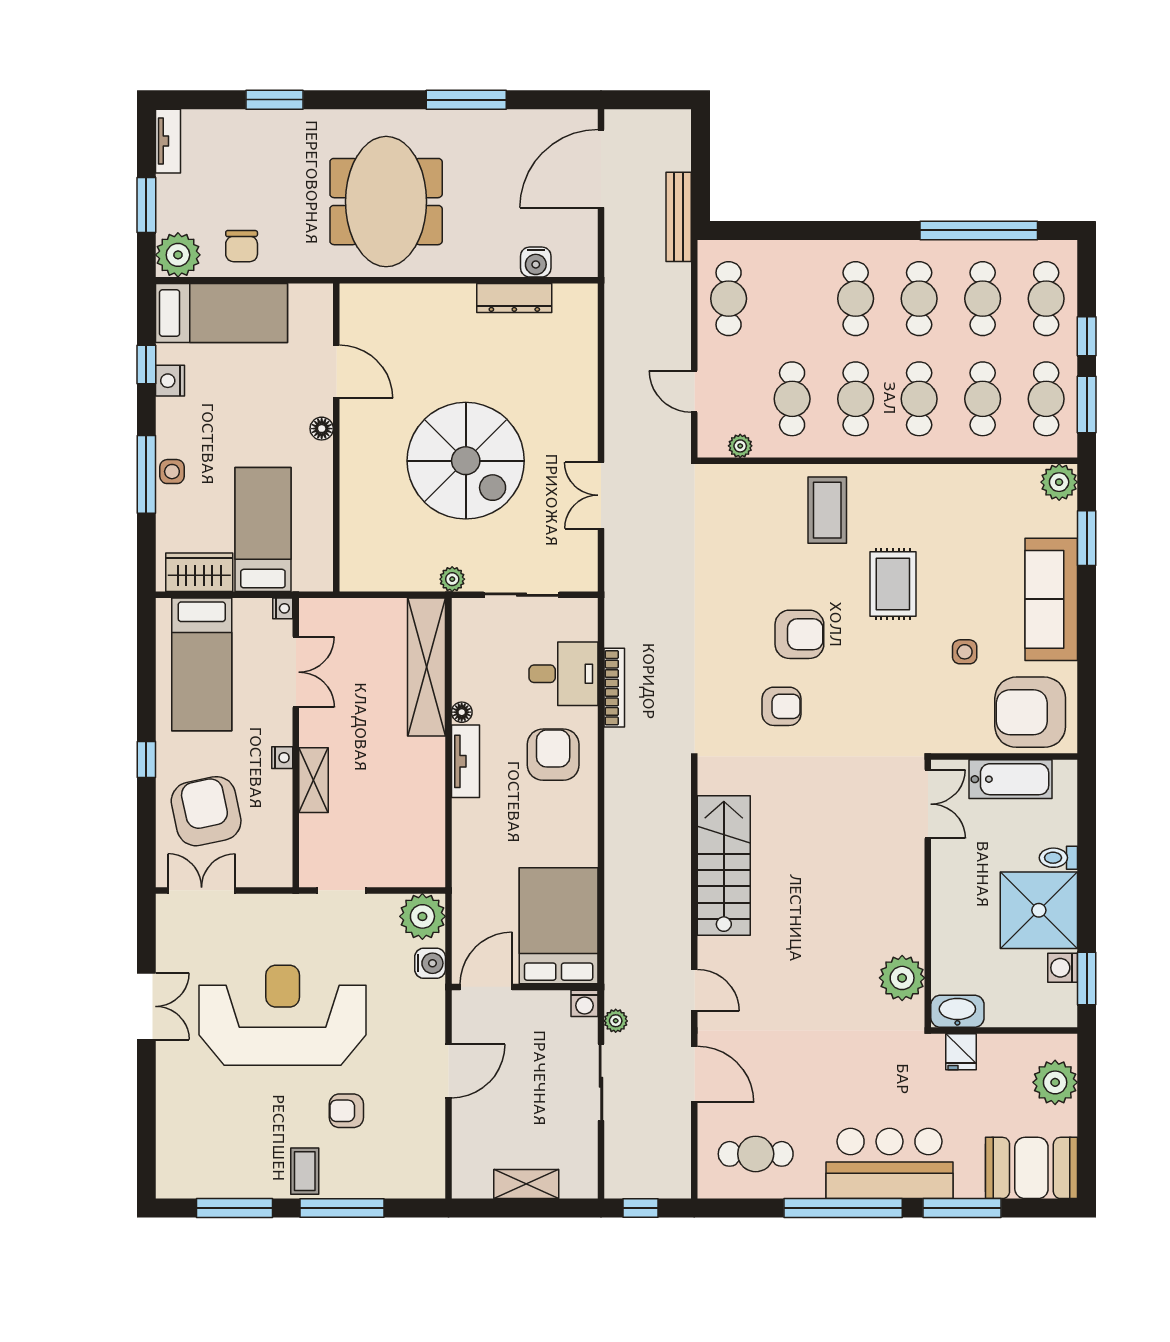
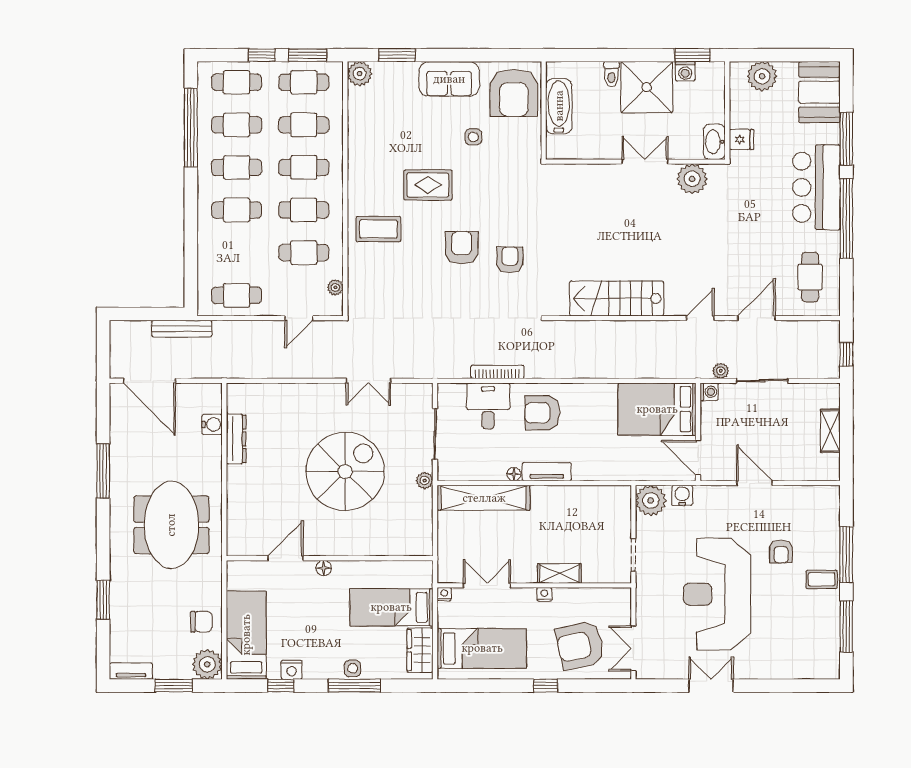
meeting table: (386, 202) -> (171, 525), turned 90
sofa: (1051, 599) -> (449, 79), width x0.73
double door: (928, 804) -> (645, 162), moved

